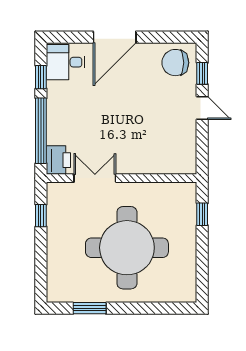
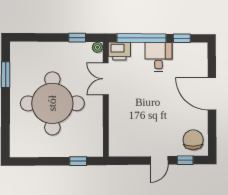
desk: (66, 62) -> (158, 57), moved
double door: (95, 178) -> (106, 79), swing flipped
plant: (54, 189) -> (97, 47), added

